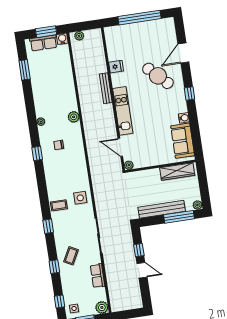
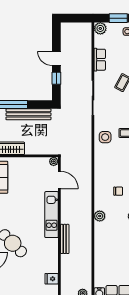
fridge: (116, 67) -> (52, 279), moved

